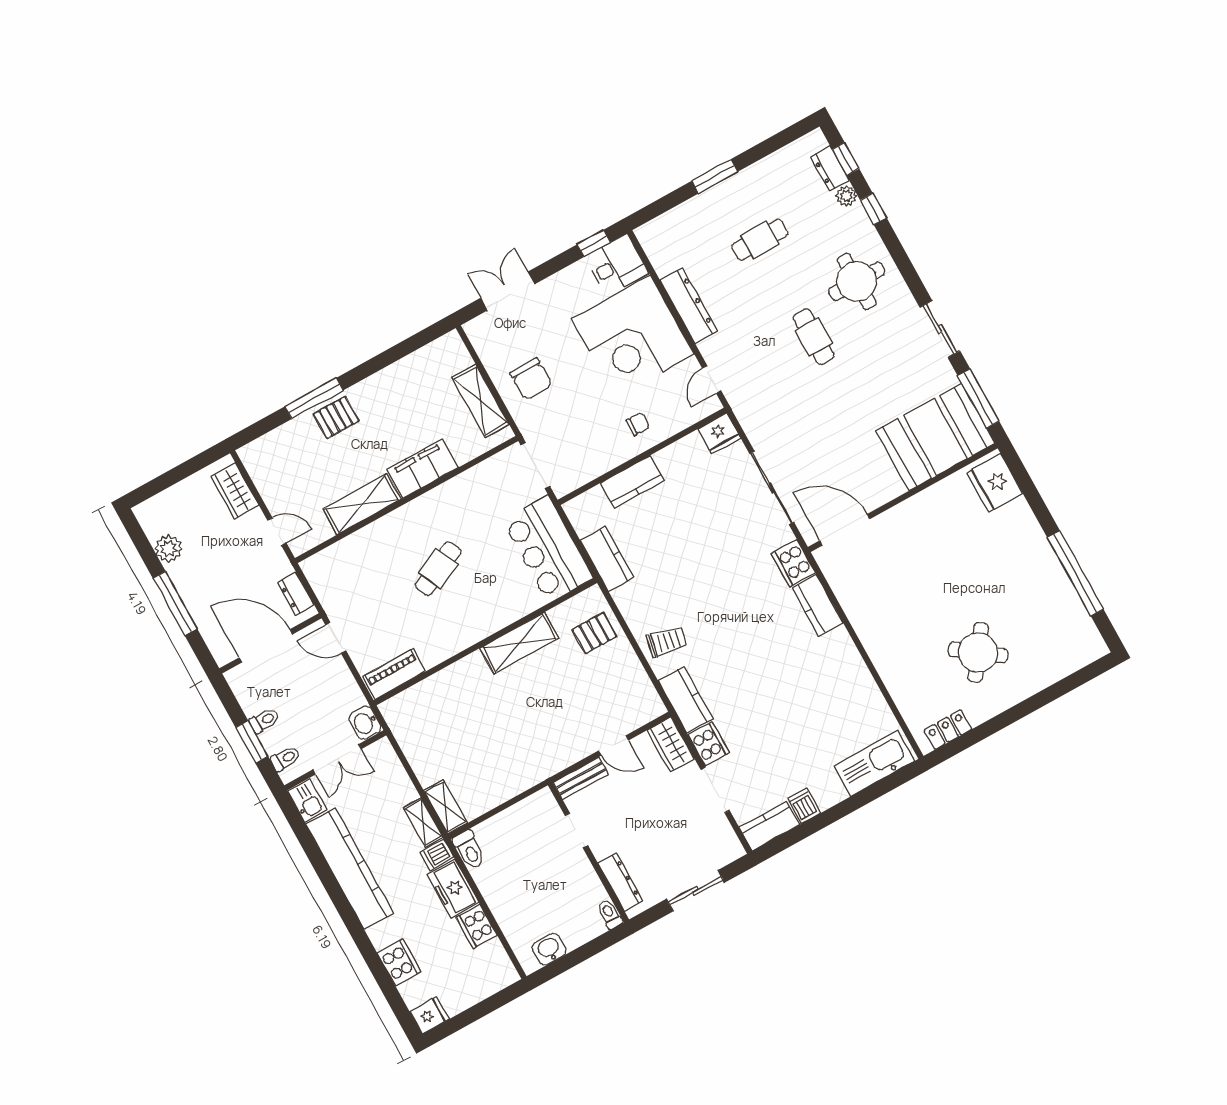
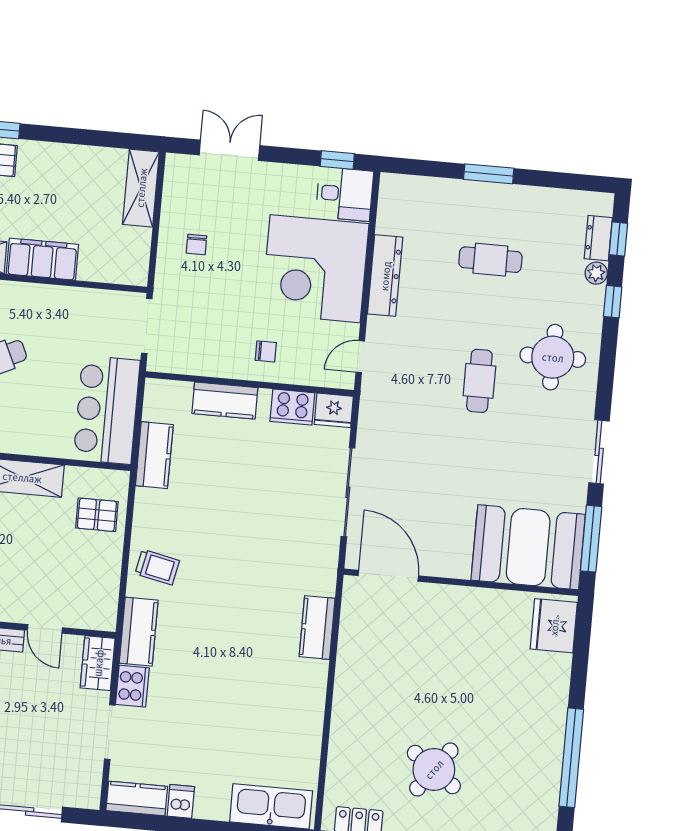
chair: (531, 379) -> (196, 245), width x0.54, depth x0.54
shelving: (480, 401) -> (141, 188), moved
cooker: (793, 563) -> (292, 407), moved, turned -90

